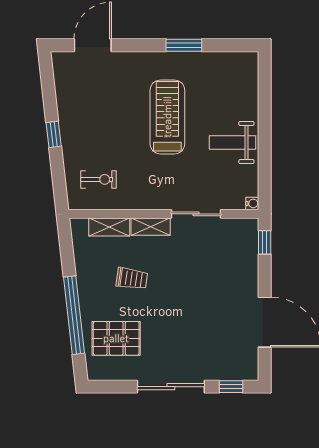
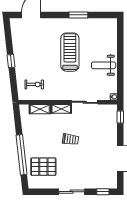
trolley: (132, 279) -> (70, 139), moved
sliding door: (171, 387) -> (72, 192), width x0.73

